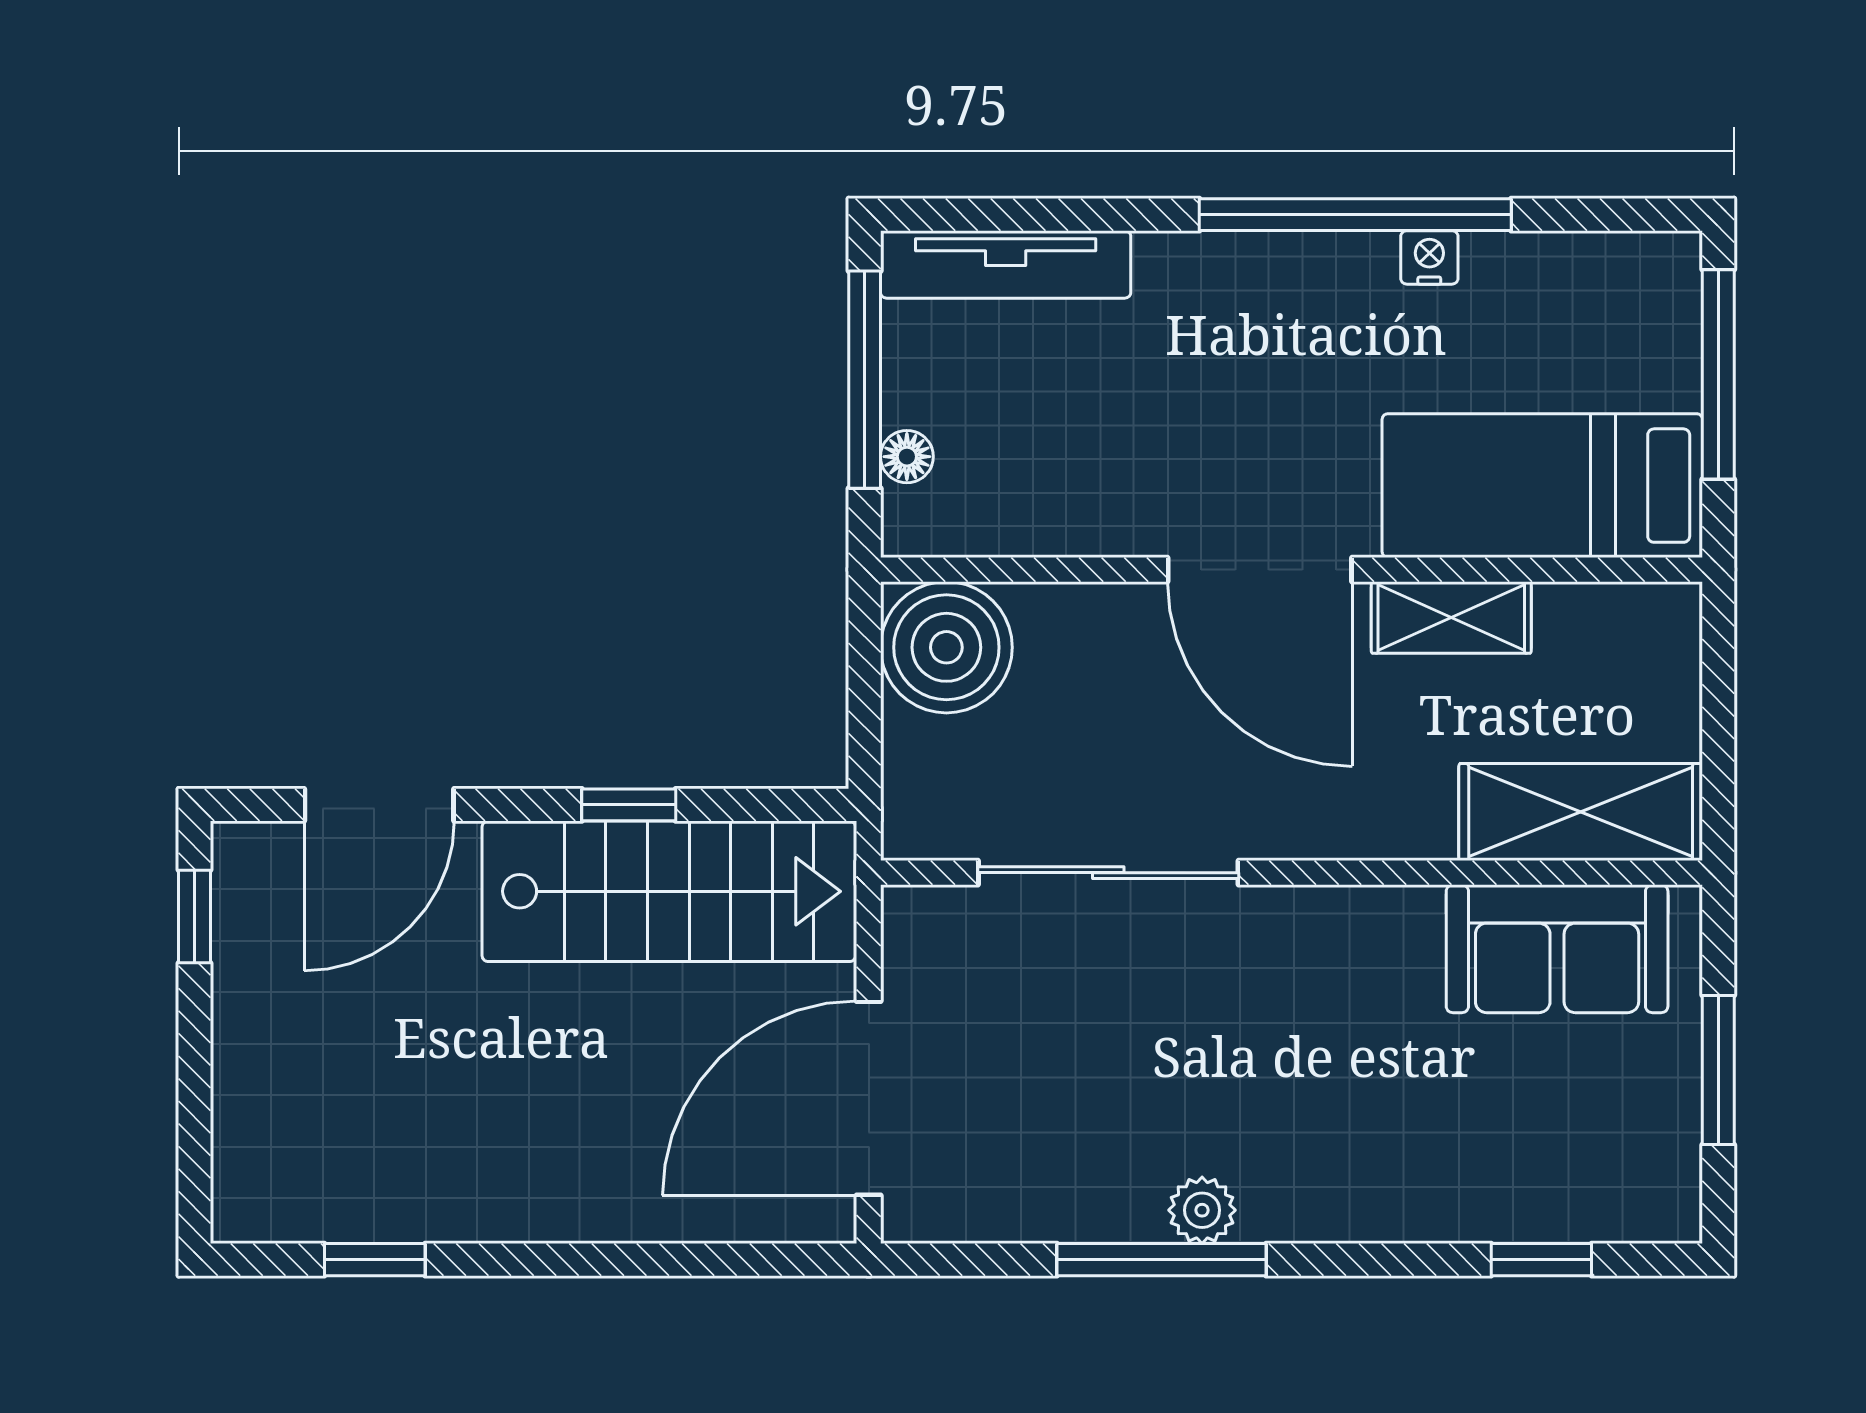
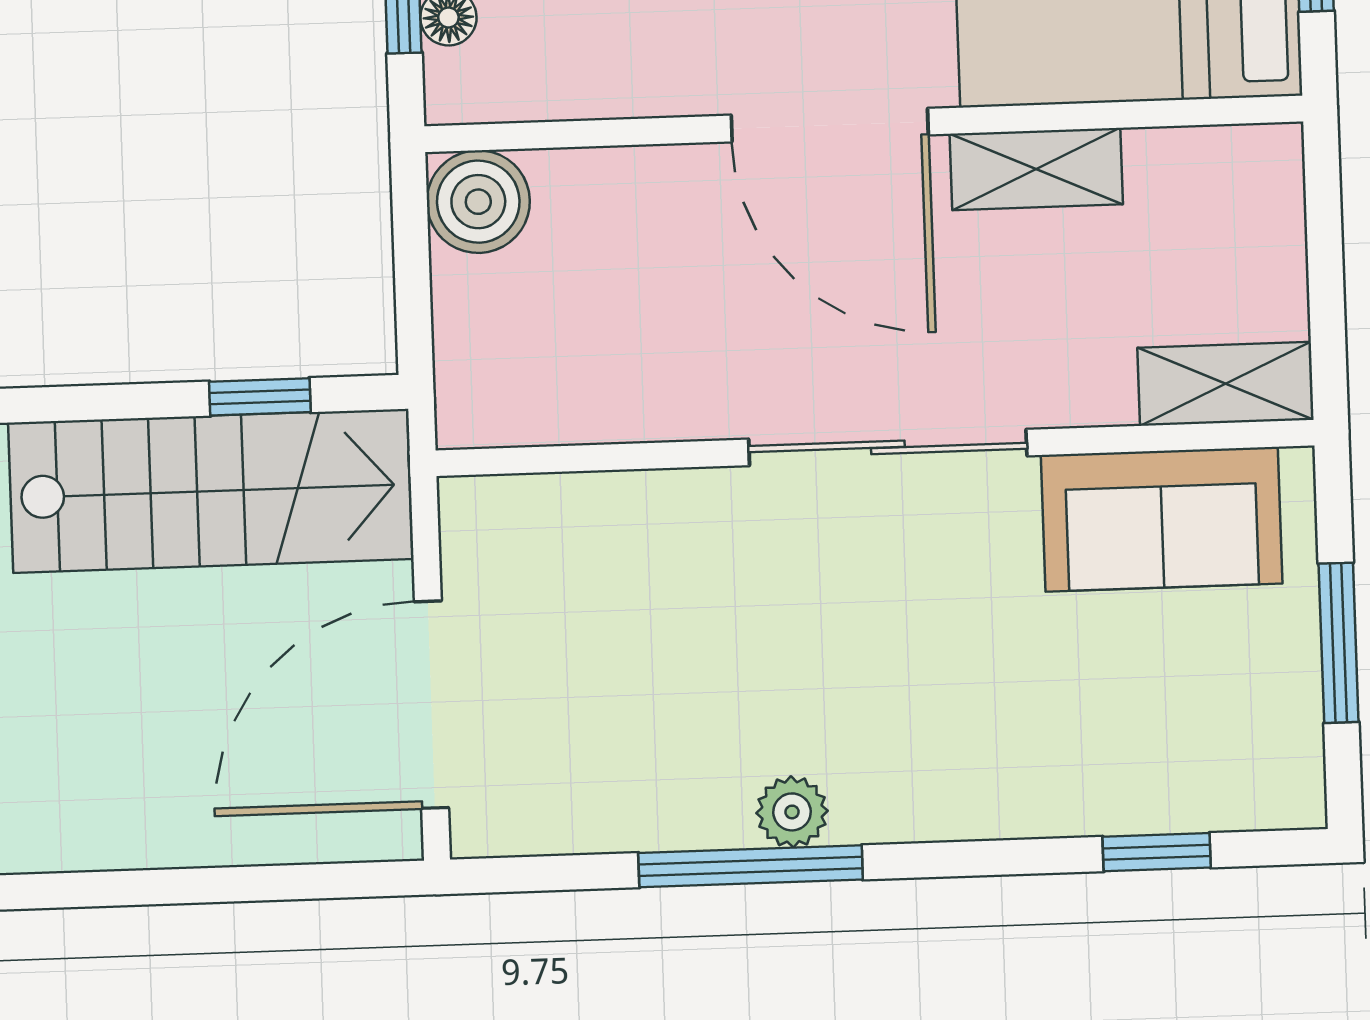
boiler: (946, 647) -> (478, 202), width x0.73, depth x0.73
window: (629, 805) -> (260, 397), moved
shelving: (1581, 812) -> (1226, 384), width x0.67, depth x0.75
sliding door: (1108, 873) -> (888, 447), moved

